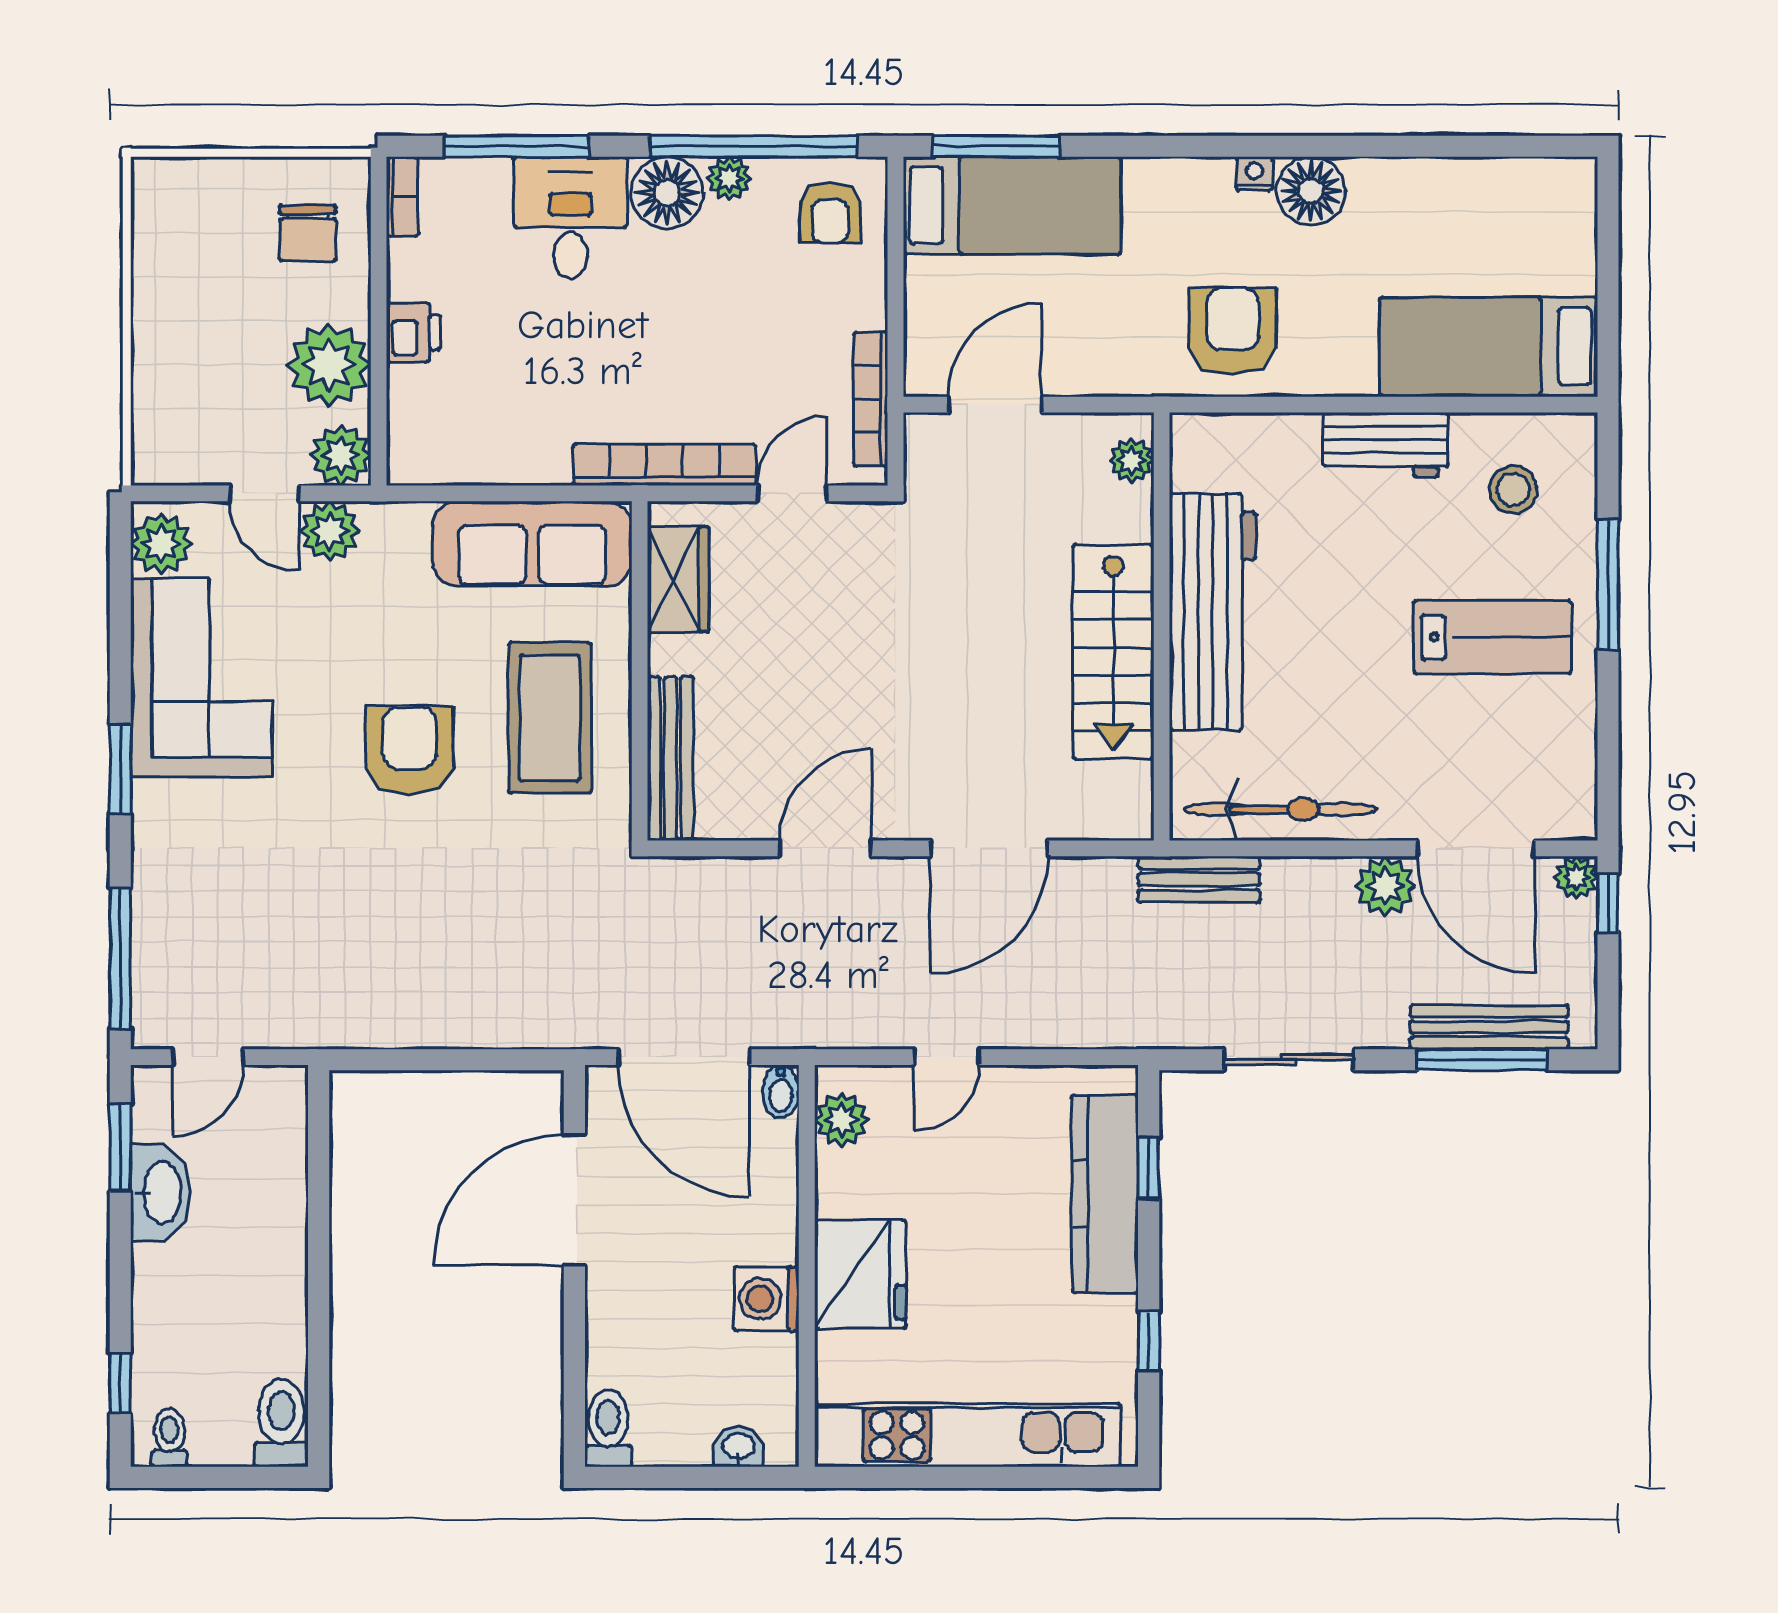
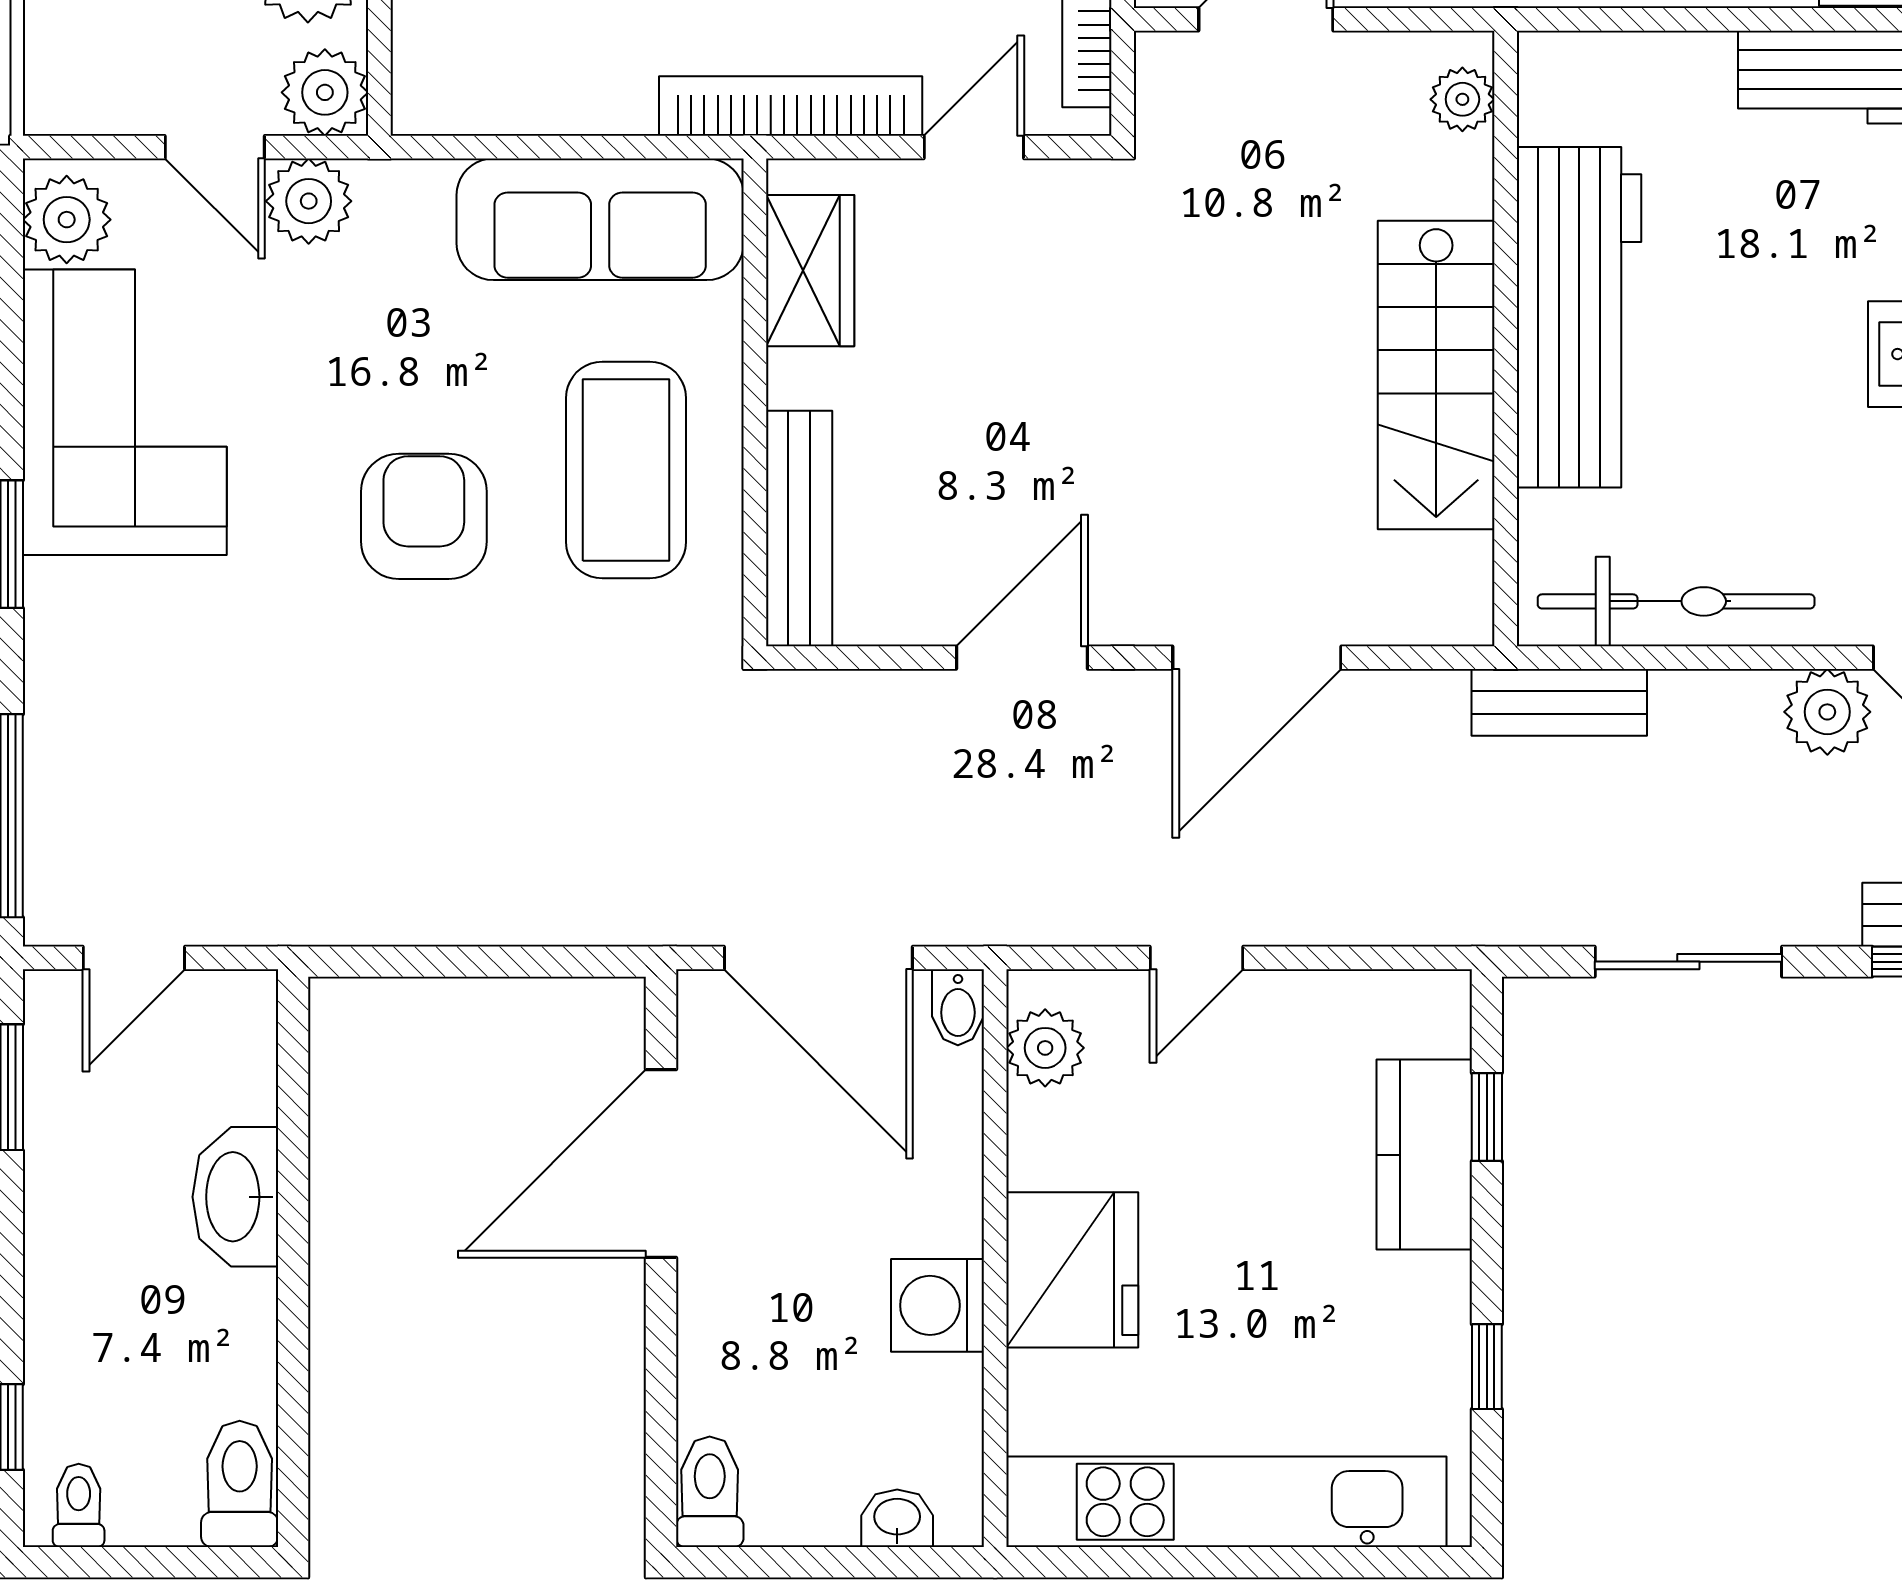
washbasin: (160, 1193) -> (235, 1197), moved, turned 180
kitchen counter: (1105, 1194) -> (1424, 1155), width x0.67

